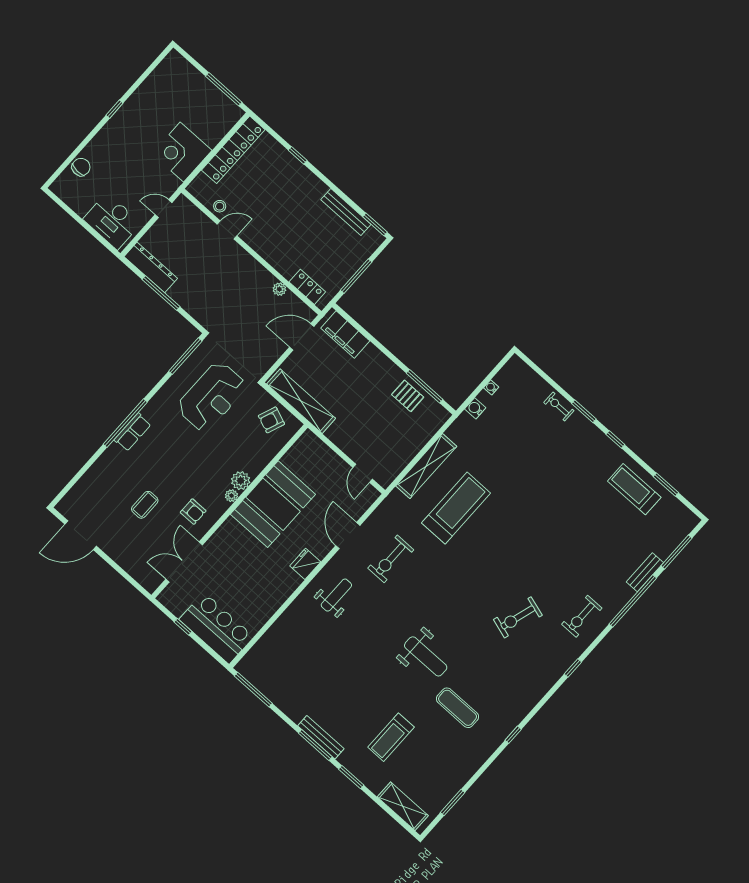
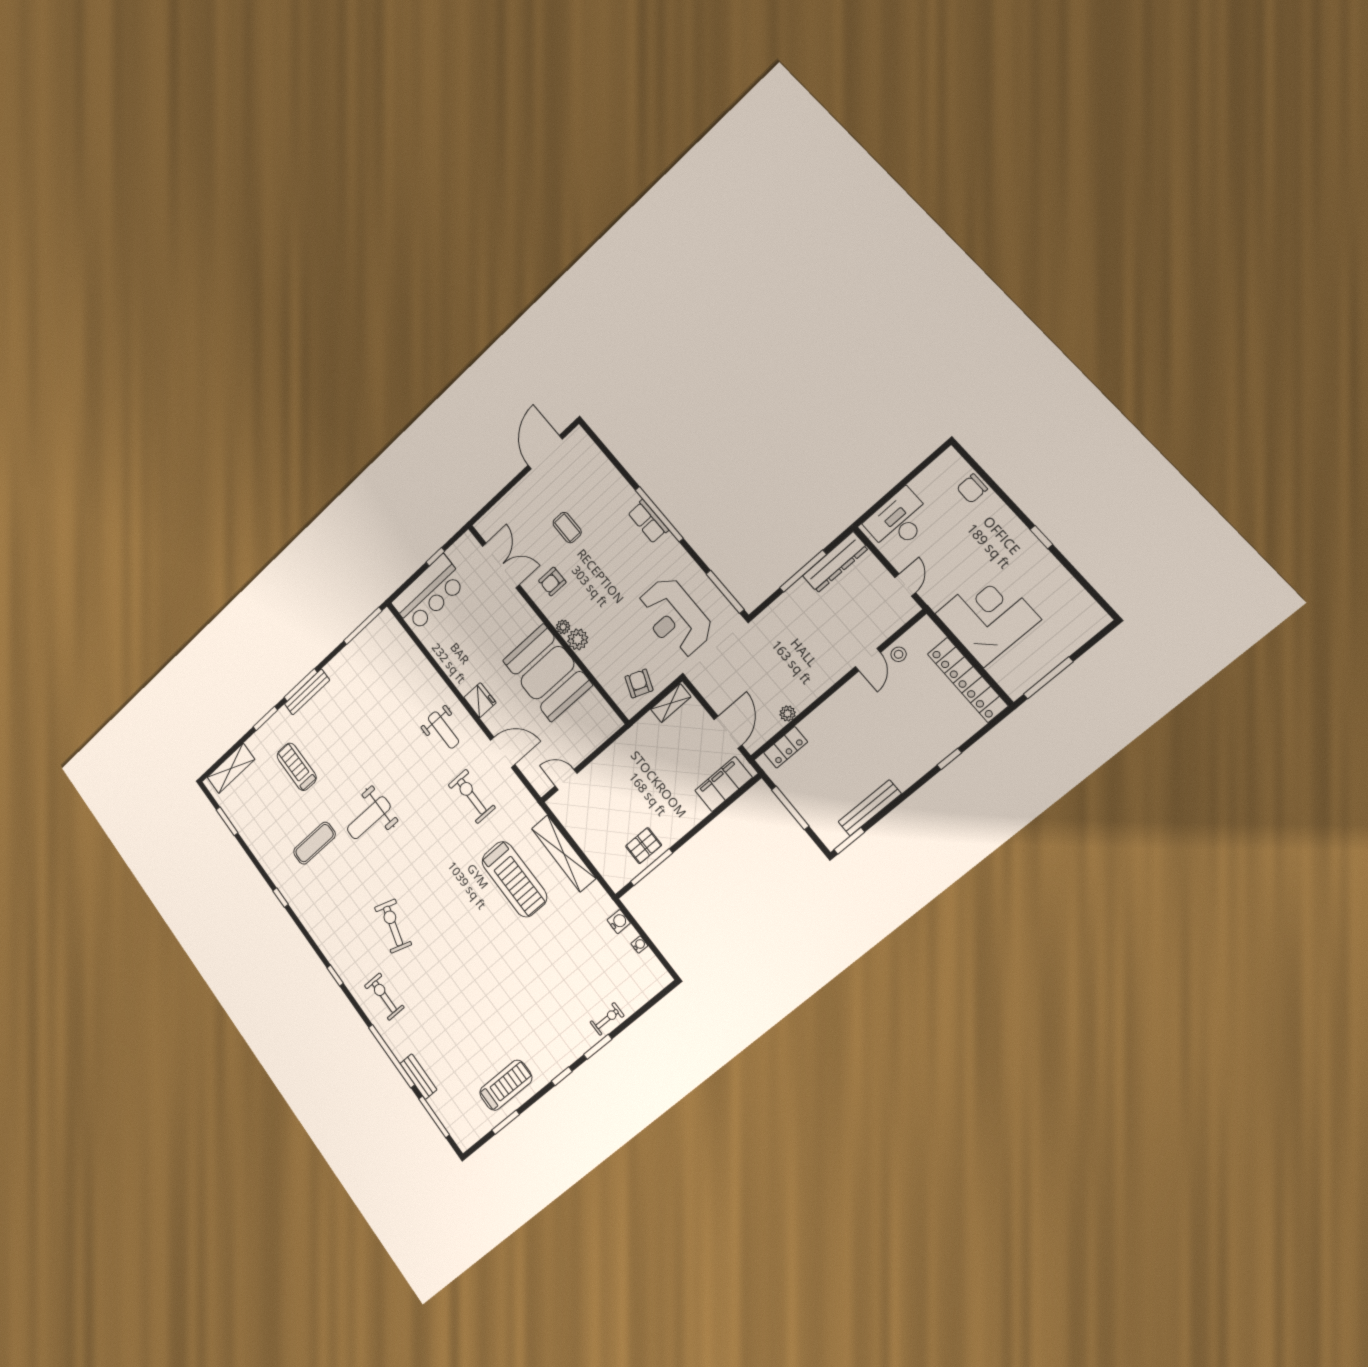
corner desk: (182, 152) -> (988, 617), width x1.36, depth x1.36
chair: (81, 167) -> (972, 489), turned 86
shelving: (301, 401) -> (671, 703), width x0.45, depth x0.75

